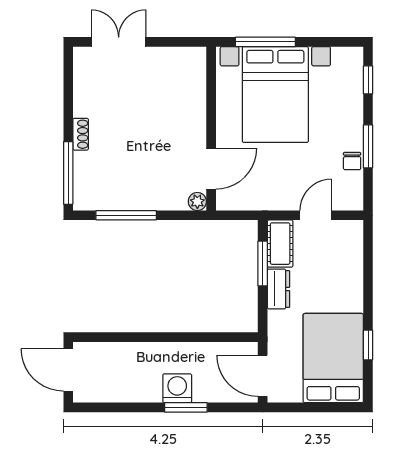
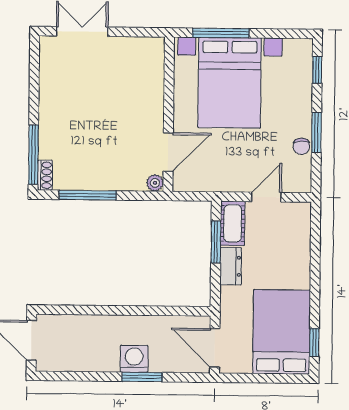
shoe rack: (81, 134) -> (45, 175), moved
window: (368, 345) -> (314, 343), moved

